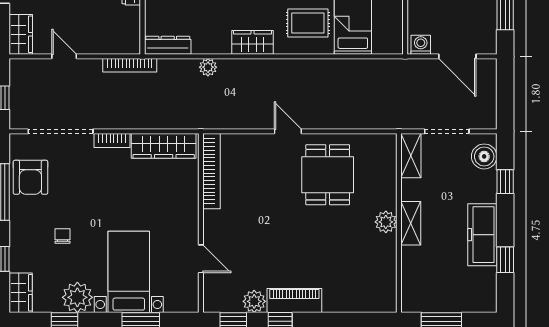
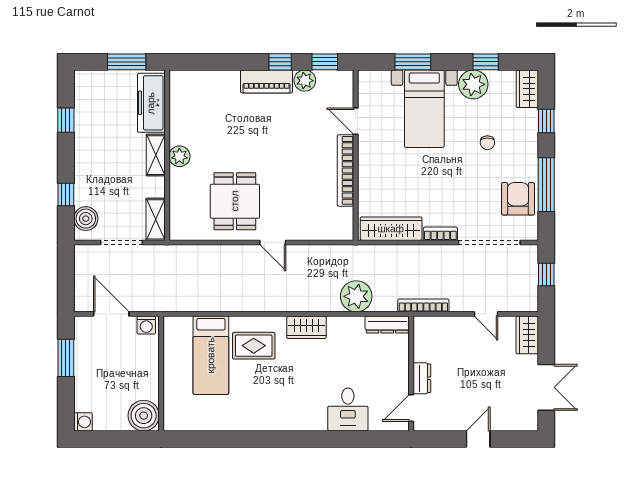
plant: (208, 67) -> (356, 296), width x1.87, depth x1.87
bookcase: (212, 171) -> (346, 170), moved
freezer: (482, 235) -> (151, 103), moved, turned 180

